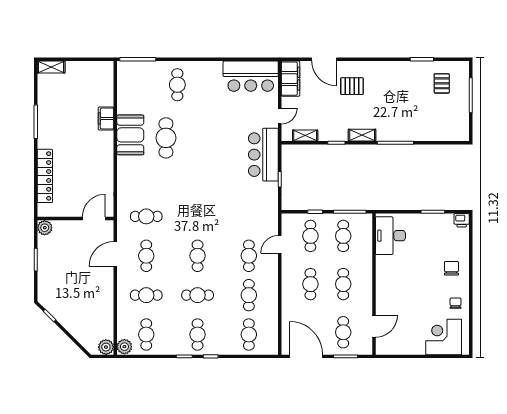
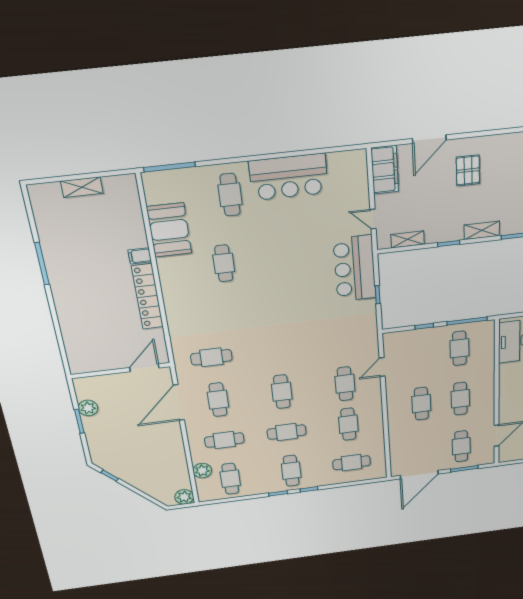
door: (324, 59) -> (429, 139), hinge flipped
shelving: (51, 67) -> (82, 187), moved
bar counter: (251, 76) -> (289, 177), moved
pallet: (352, 86) -> (468, 170), turned 90
door: (280, 116) -> (373, 219), swing flipped
filing cabinet: (106, 118) -> (140, 256), width x0.50
booth: (130, 135) -> (169, 230), moved
cafe table: (166, 138) -> (224, 263), width x0.73, depth x0.74
locker: (45, 176) -> (147, 297), moved, turned 180
plant: (45, 228) -> (88, 408), moved
cafe table: (310, 236) -> (419, 353), removed
door: (115, 254) -> (179, 403), width x1.36
cafe table: (249, 335) -> (352, 463), turned 90
plant: (124, 347) -> (202, 471), moved
door: (306, 356) -> (419, 475), swing flipped

